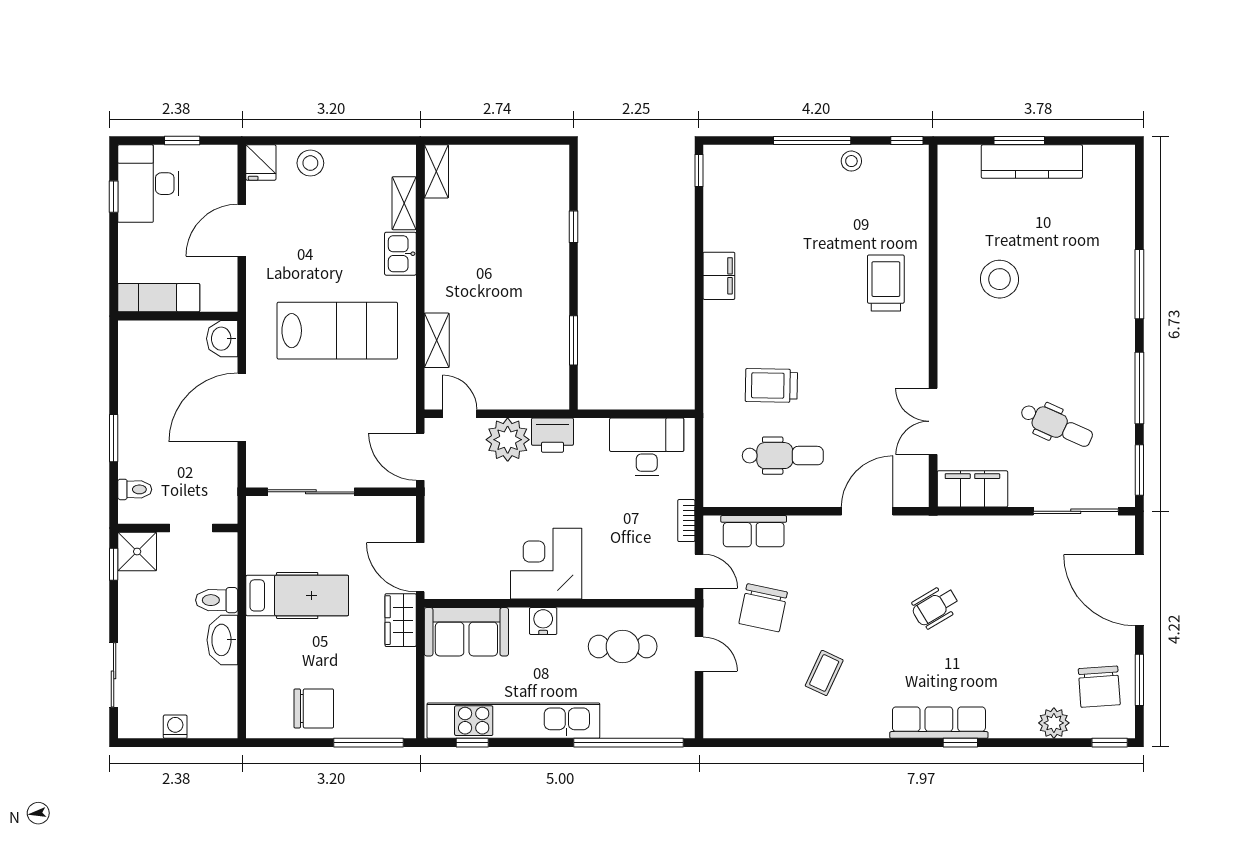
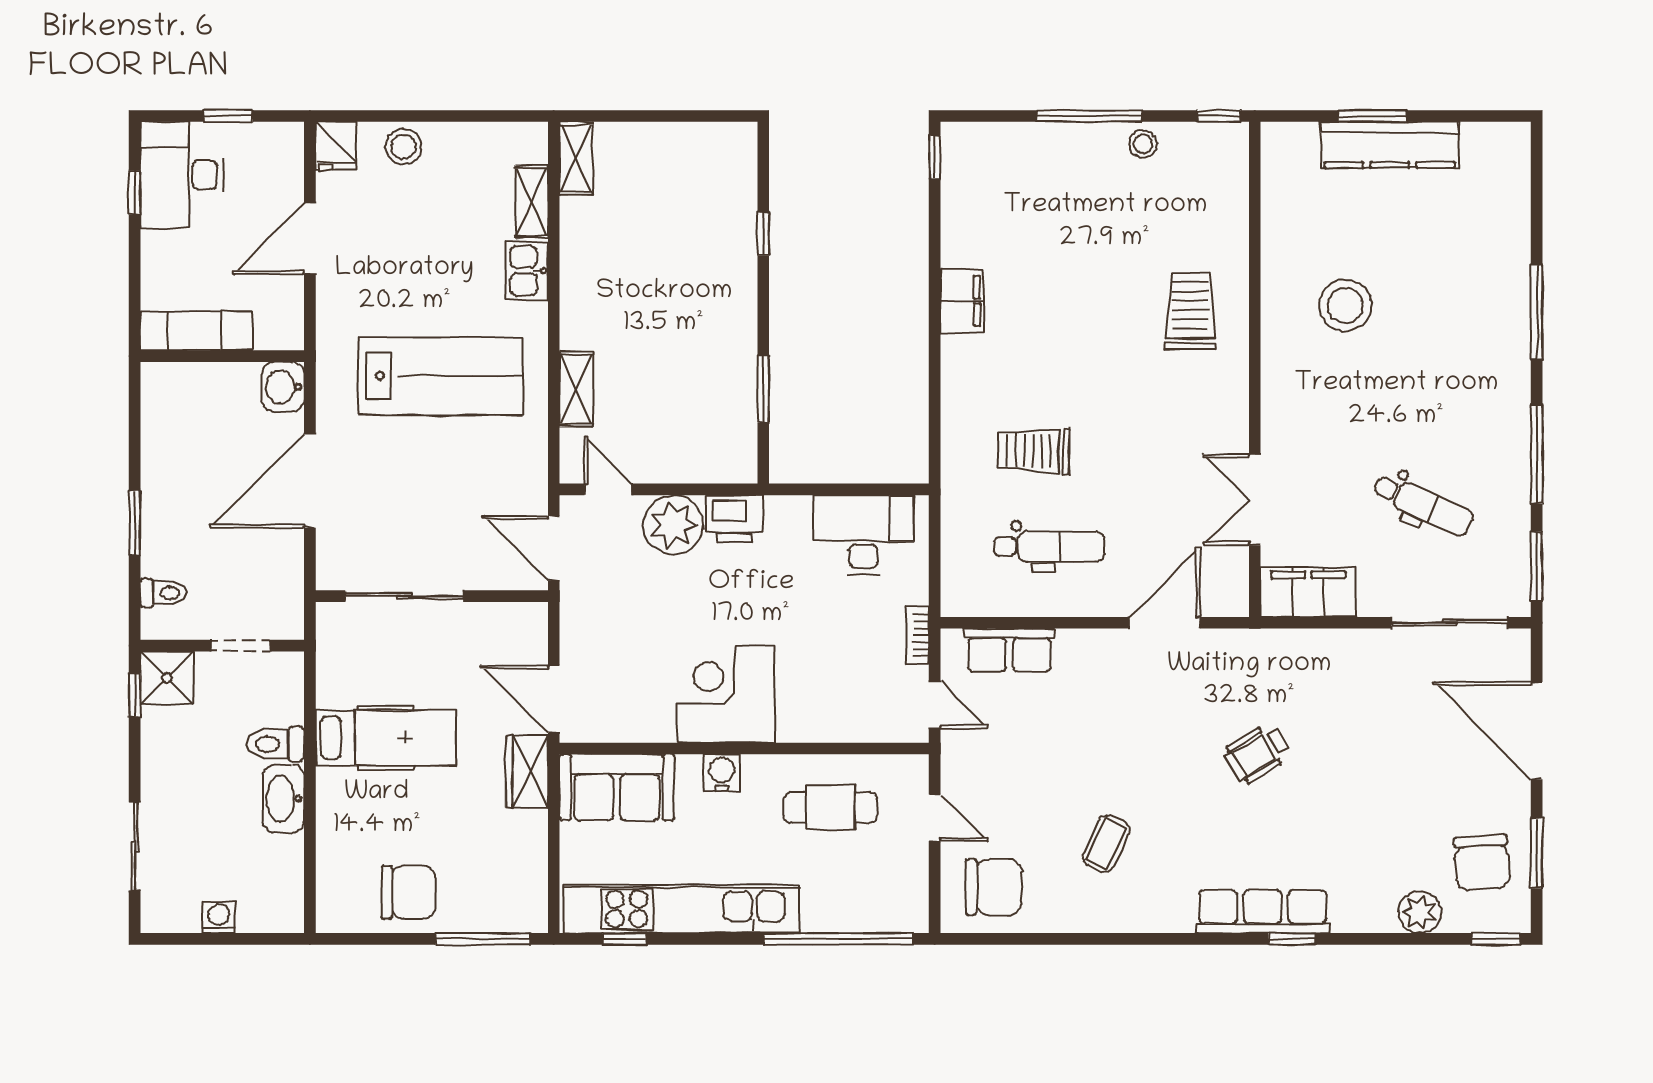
chair: (763, 608) -> (994, 887), moved, turned -102

